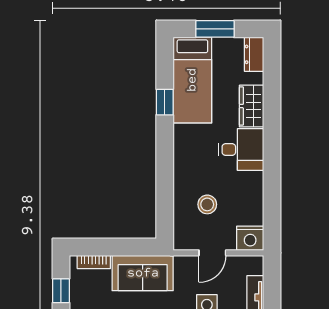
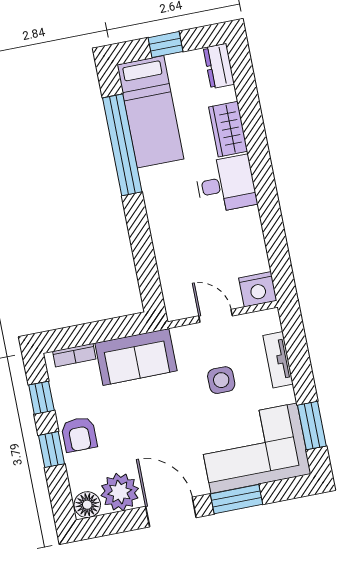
window: (215, 29) -> (166, 45), width x0.67
window: (165, 102) -> (122, 145), width x3.17
stool: (207, 204) -> (198, 259), removed
door: (212, 253) -> (216, 316), swing flipped

